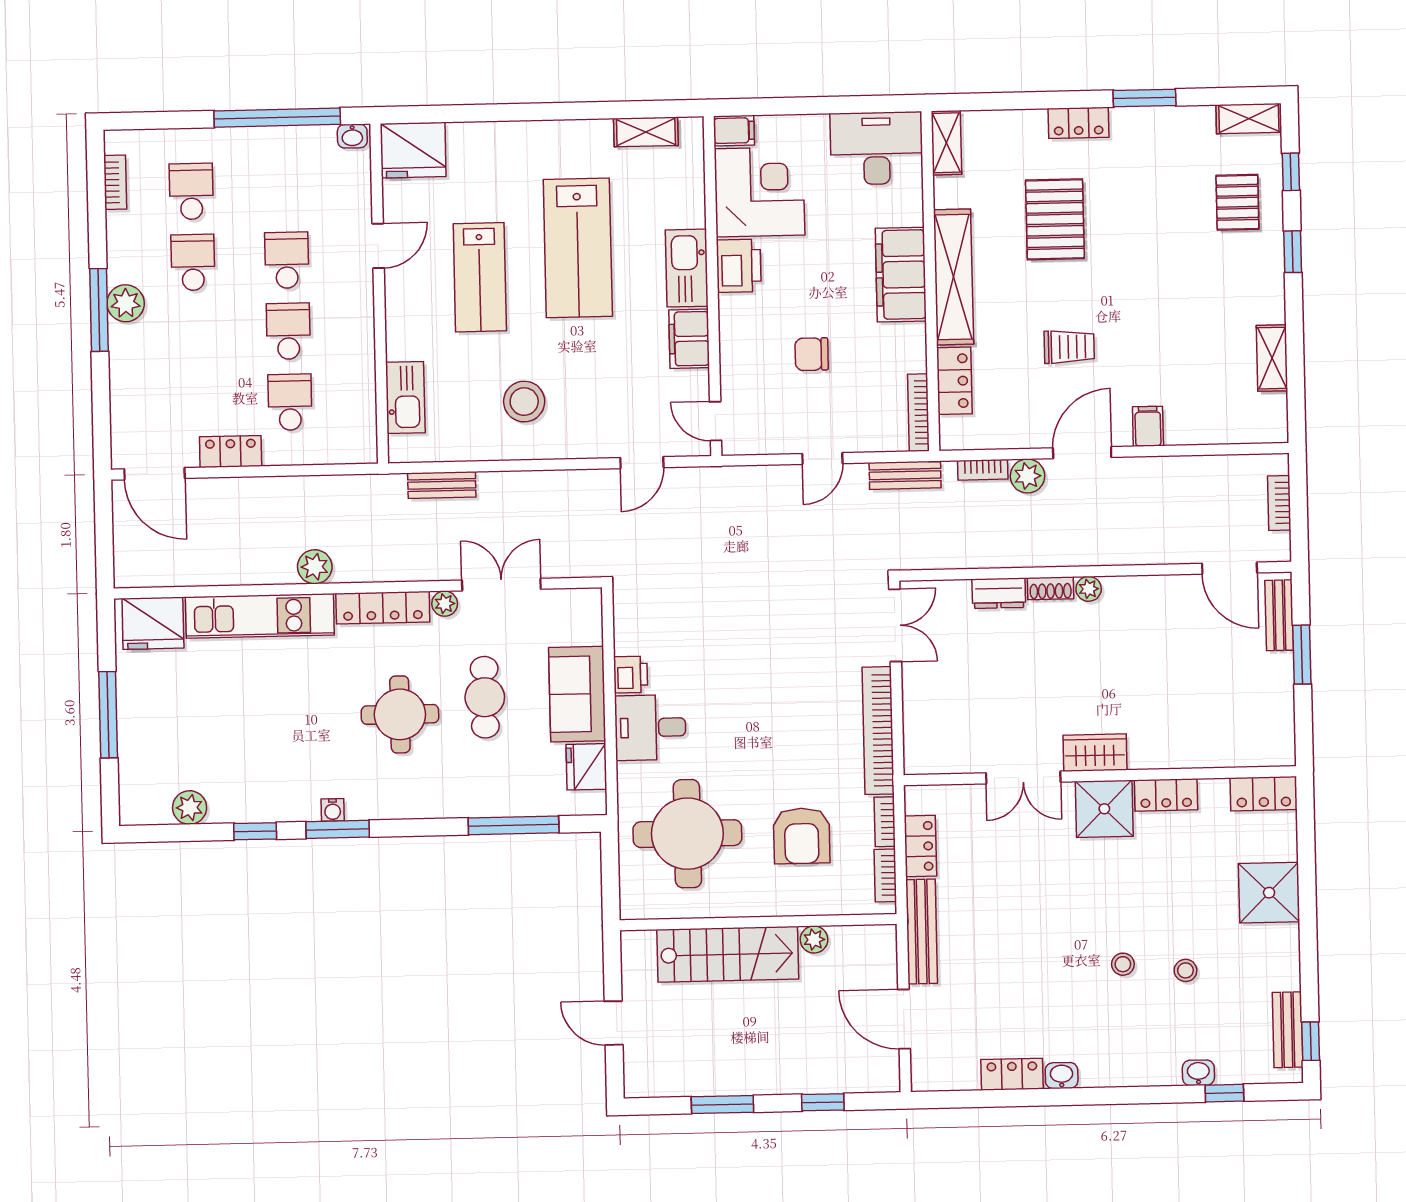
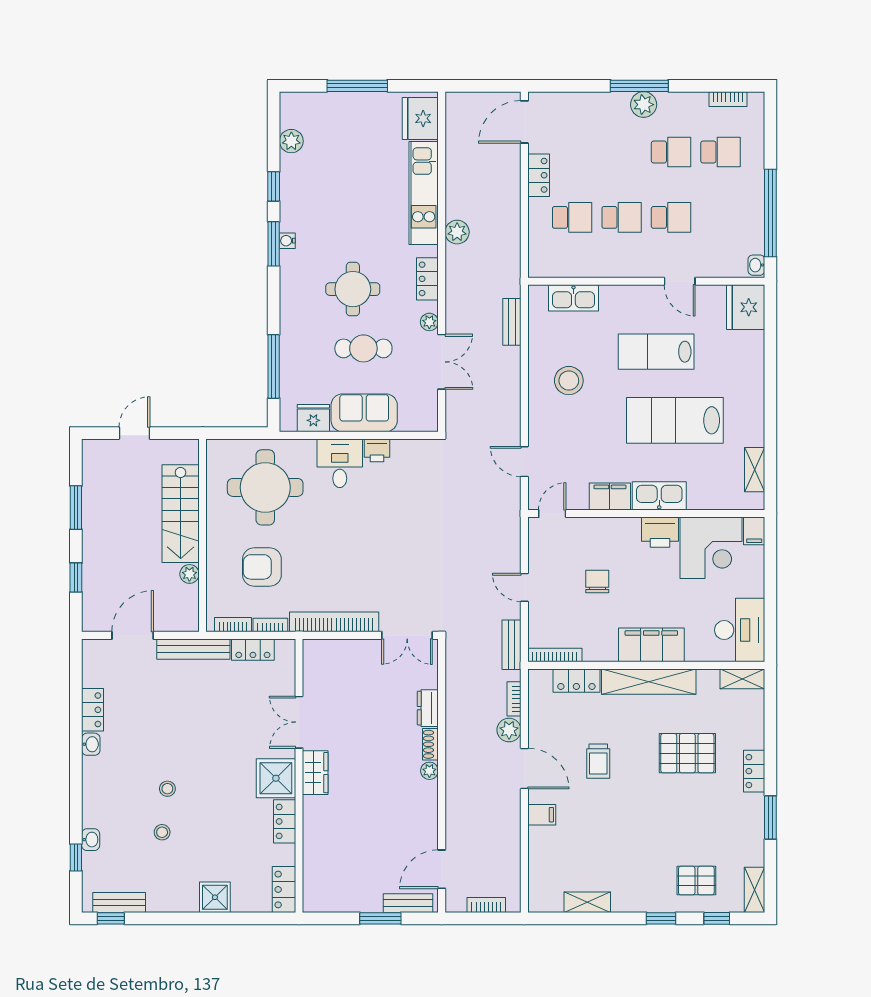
locker: (383, 608) -> (427, 279), width x0.66
shower: (1269, 893) -> (215, 897), width x0.73, depth x0.73

